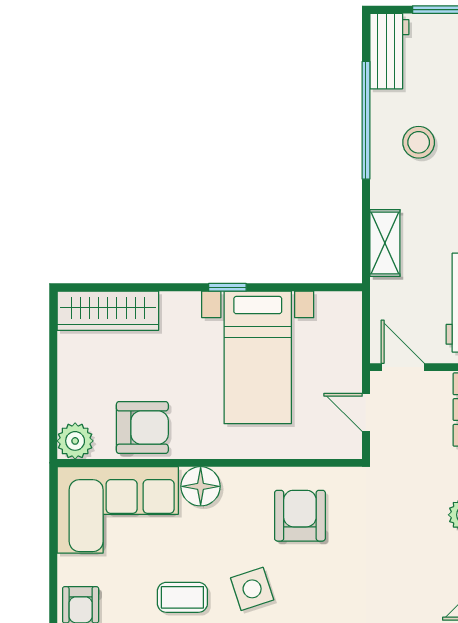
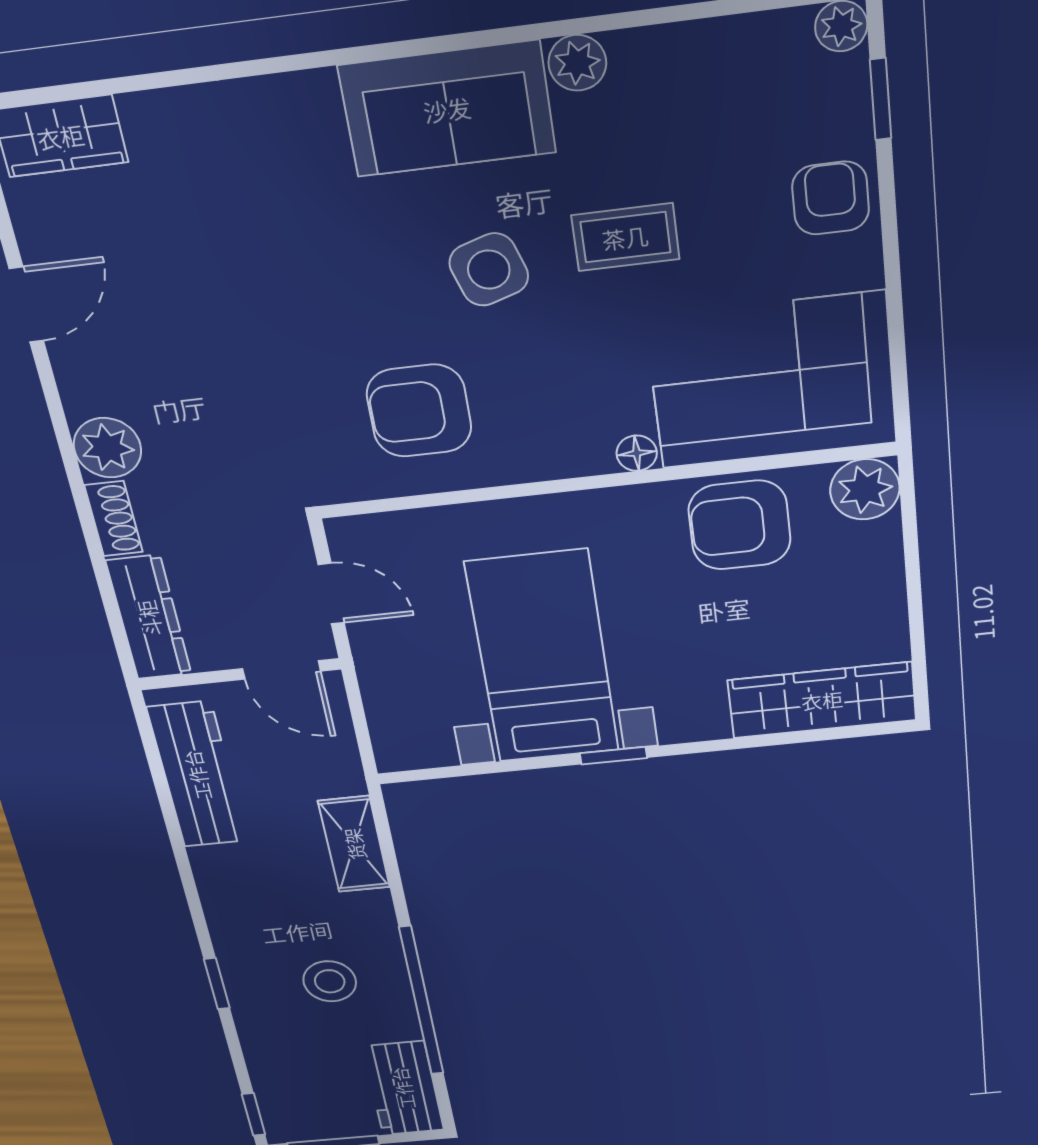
floor lamp: (201, 486) -> (637, 453), width x0.53, depth x0.53
armchair: (300, 516) -> (419, 411), turned 90

